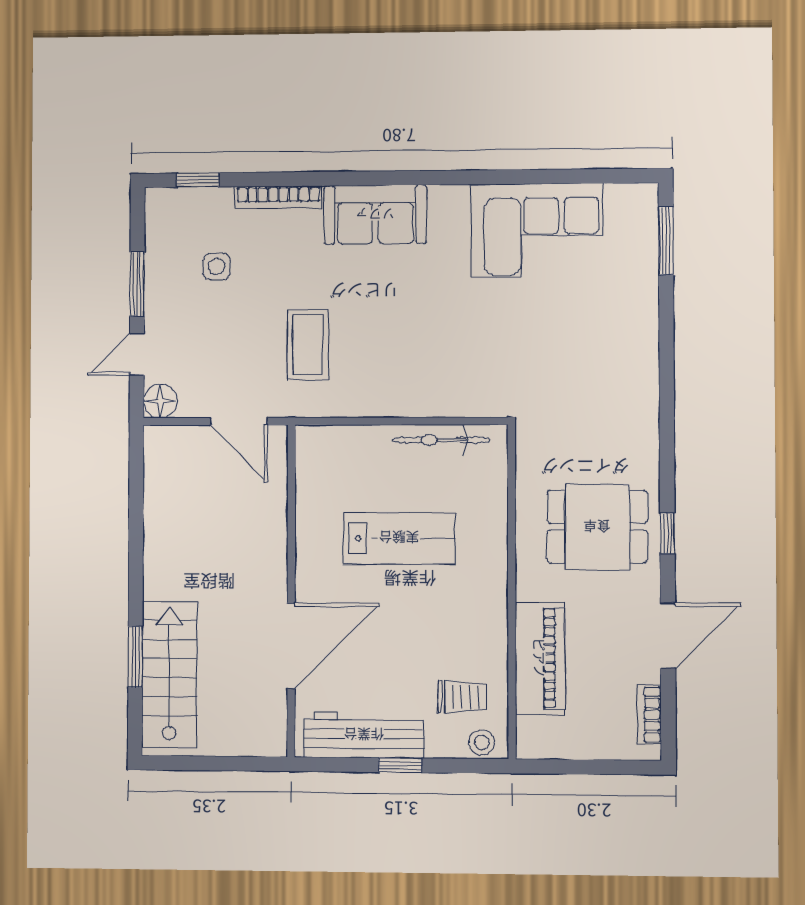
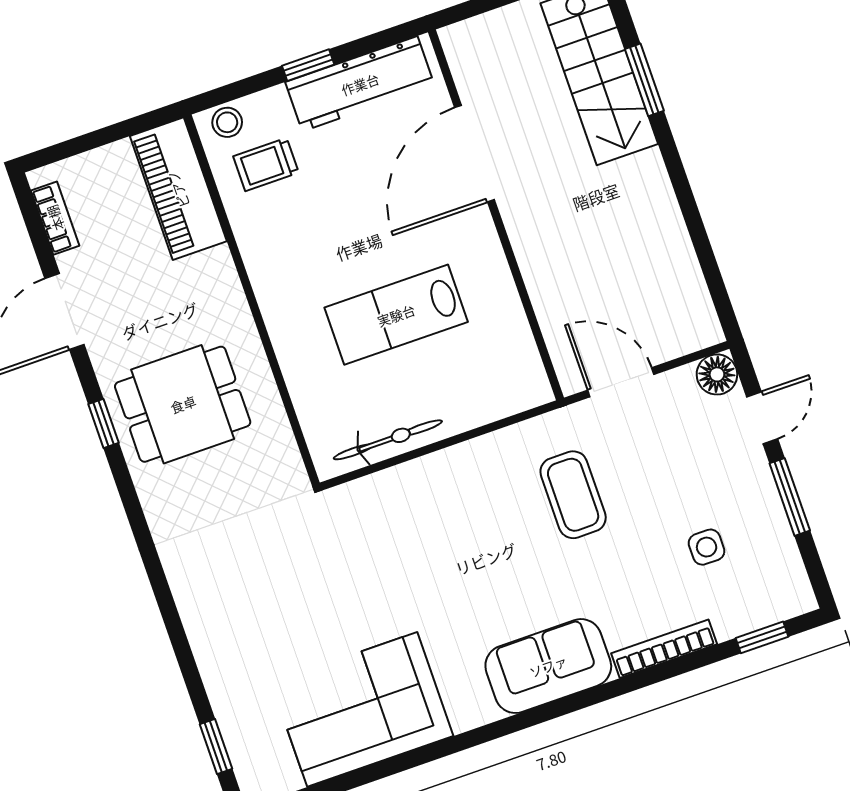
window: (666, 241) -> (216, 746), width x0.67
piano: (540, 658) -> (178, 189), moved

